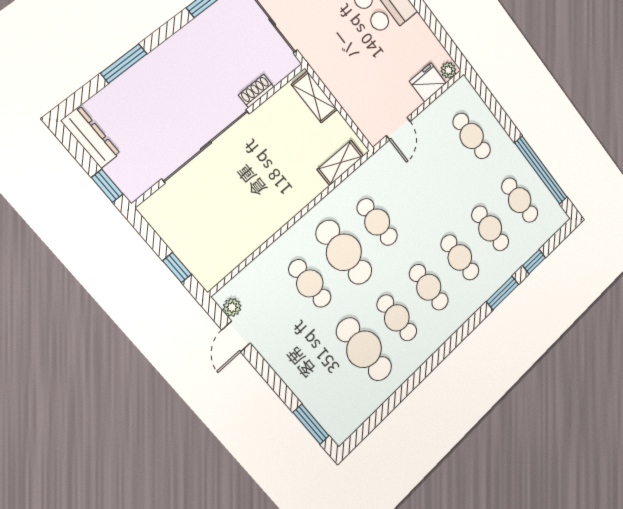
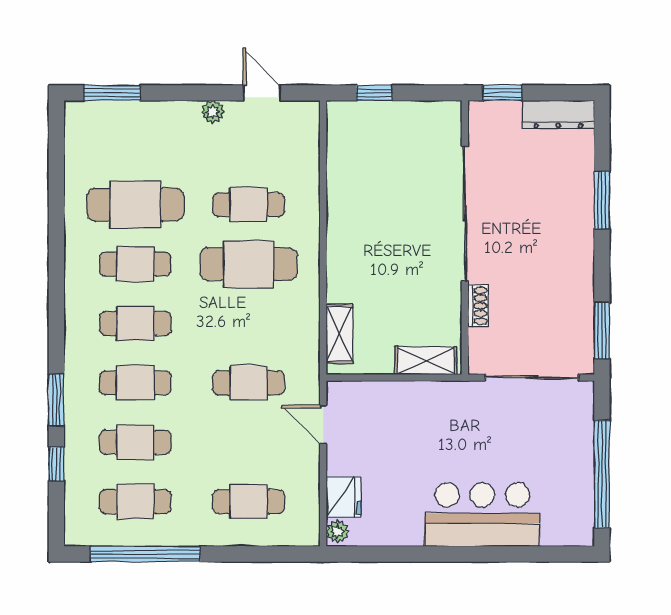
cafe table: (377, 222) -> (249, 383), moved
plant: (232, 307) -> (213, 112), moved

